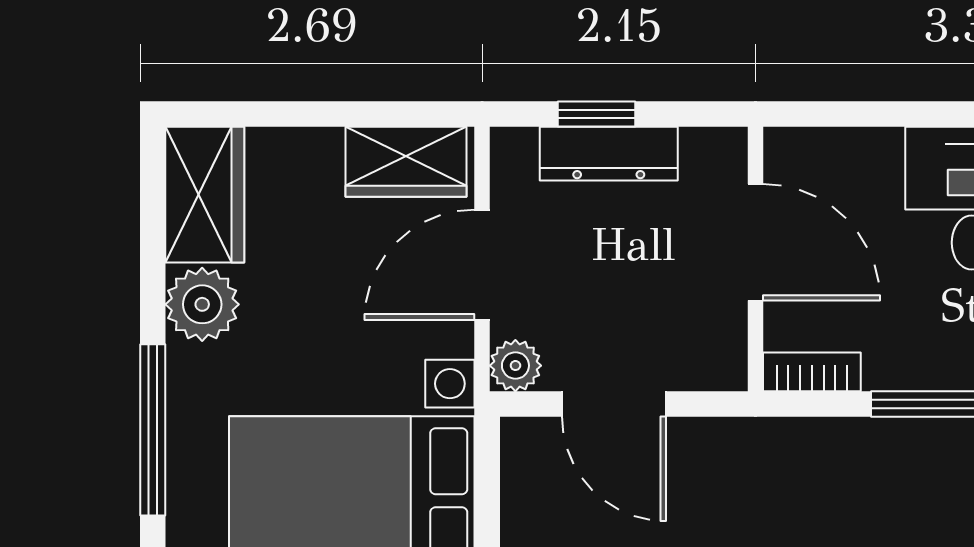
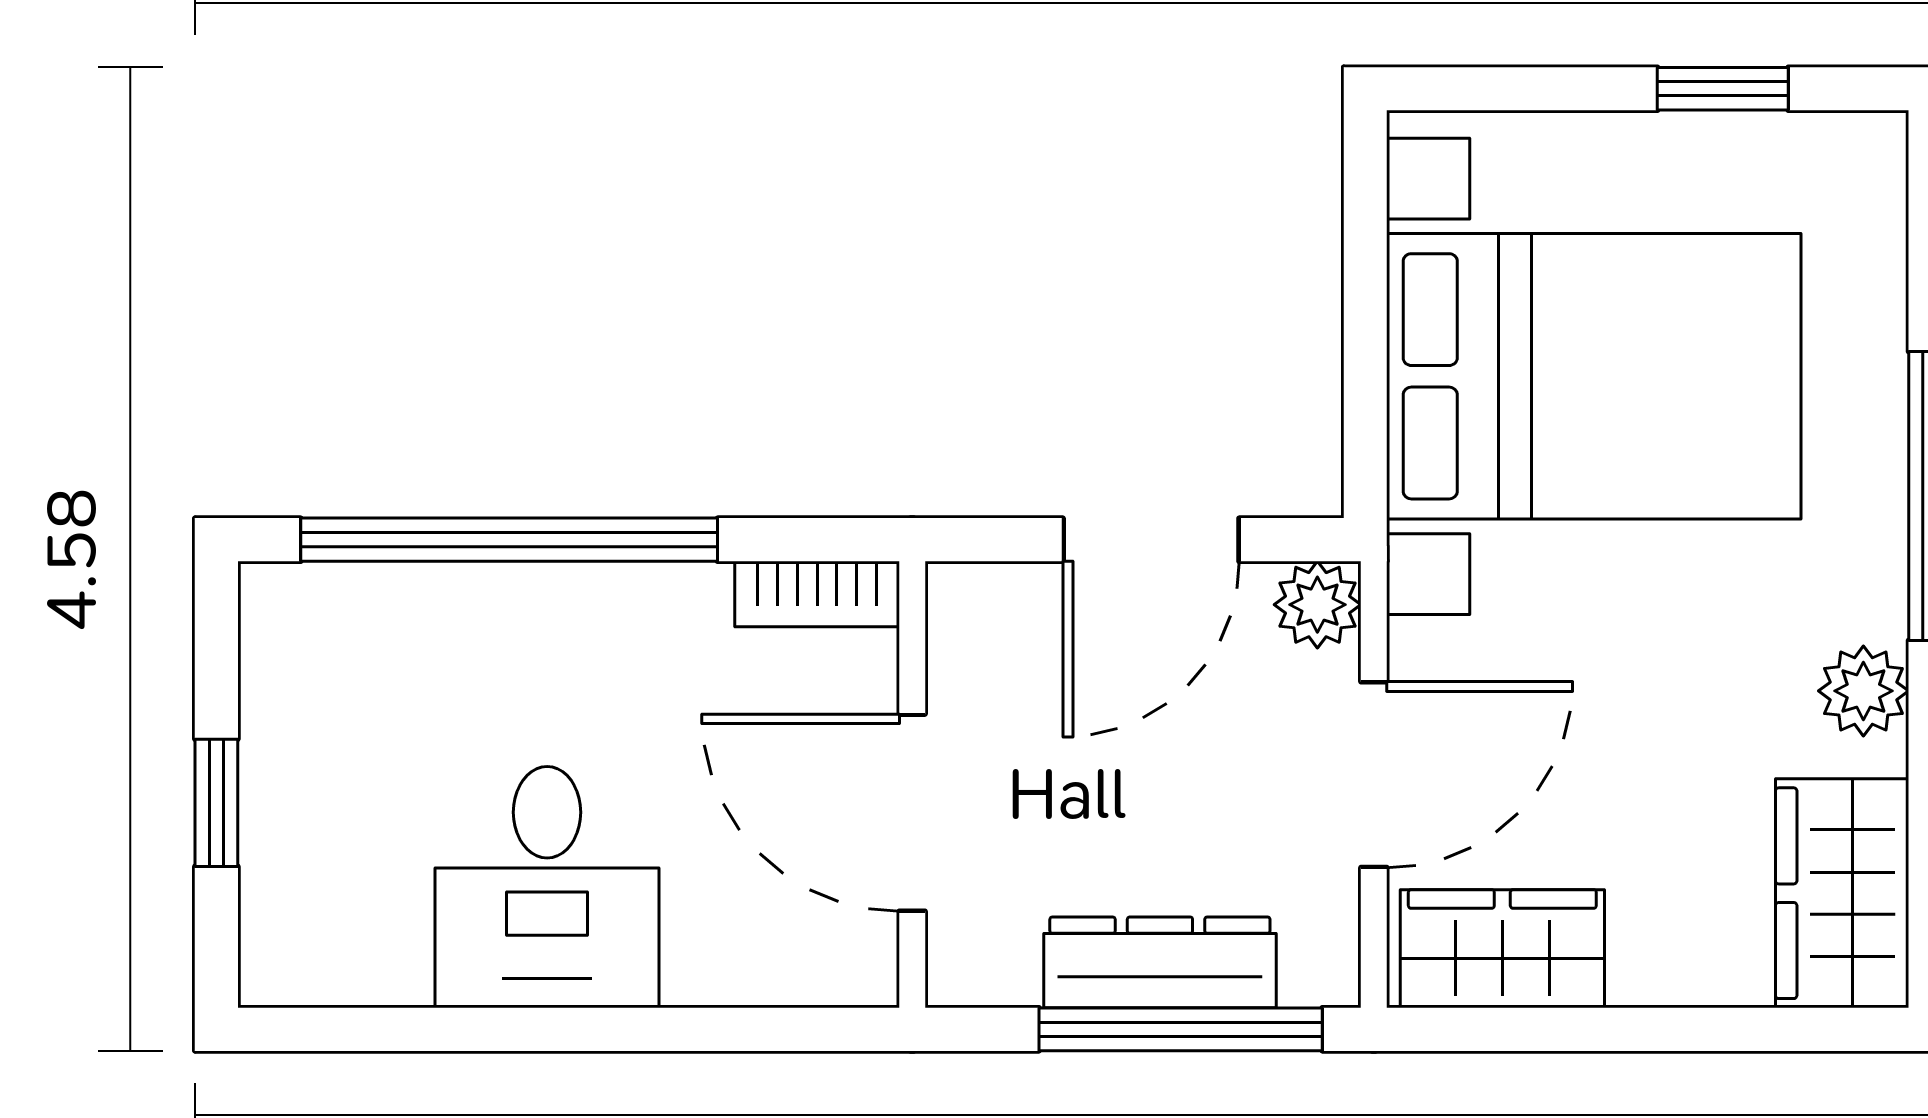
window: (597, 114) -> (1181, 1029), width x2.17
plant: (202, 304) -> (1863, 691), width x0.73, depth x0.73
door: (614, 404) -> (1151, 540), swing flipped

